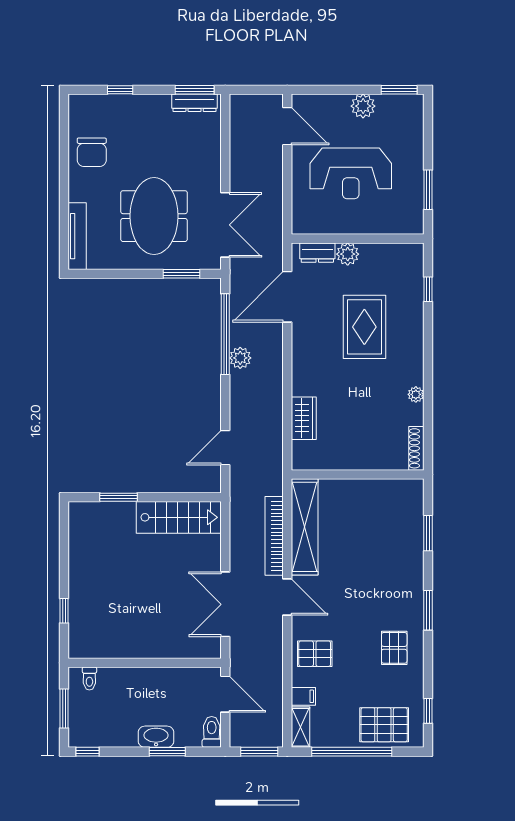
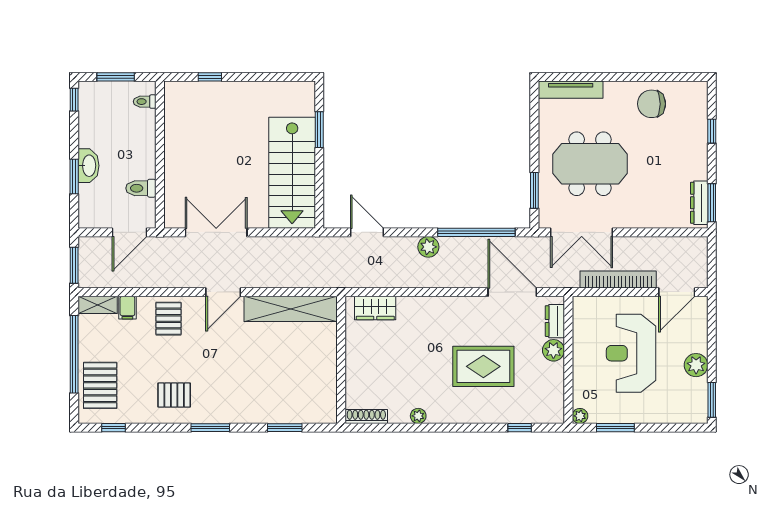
plant: (416, 227) -> (580, 416), added
plant: (240, 358) -> (428, 247), moved
wardrobe: (304, 418) -> (375, 308), moved
stairs: (179, 517) -> (292, 173), width x1.36, depth x1.51
bookcase: (274, 536) -> (618, 280), moved
toilet: (212, 732) -> (141, 188), moved, turned 180

